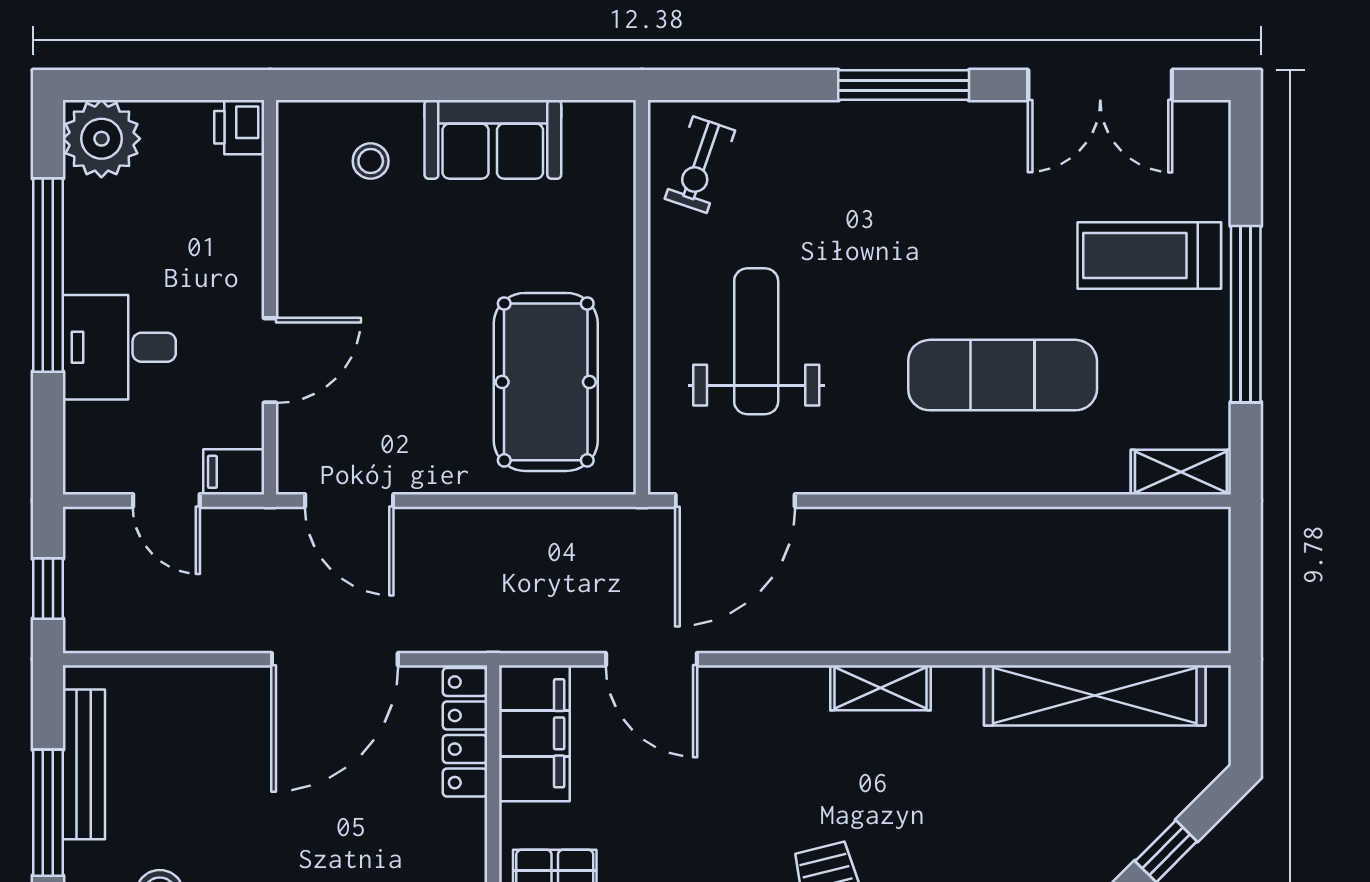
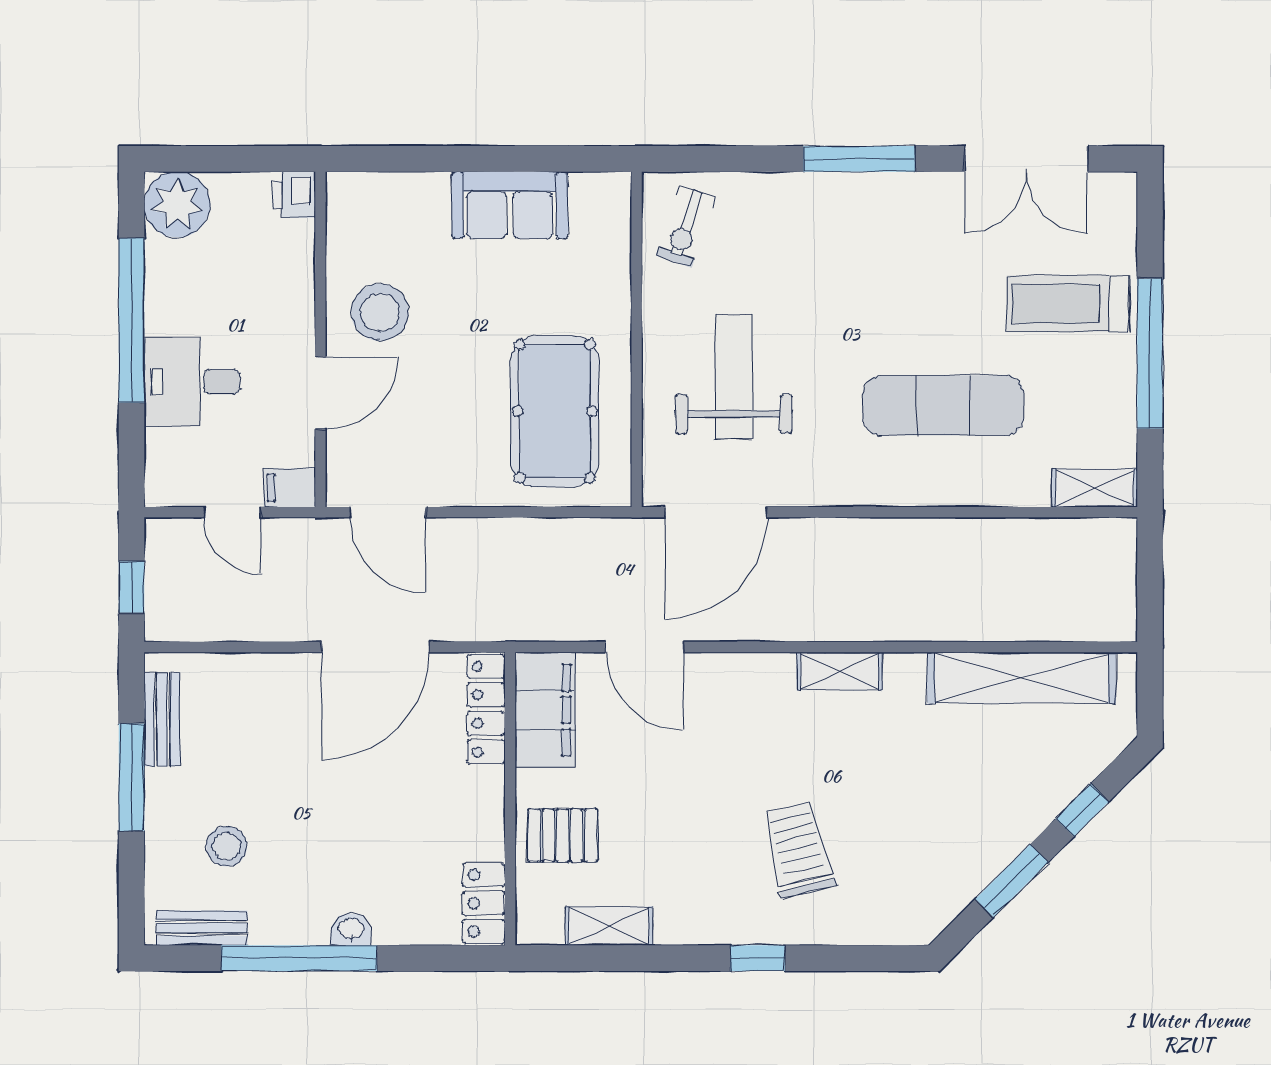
stool: (371, 161) -> (380, 312), moved, width x1.89, depth x1.89
bench: (84, 764) -> (162, 719), width x0.73

